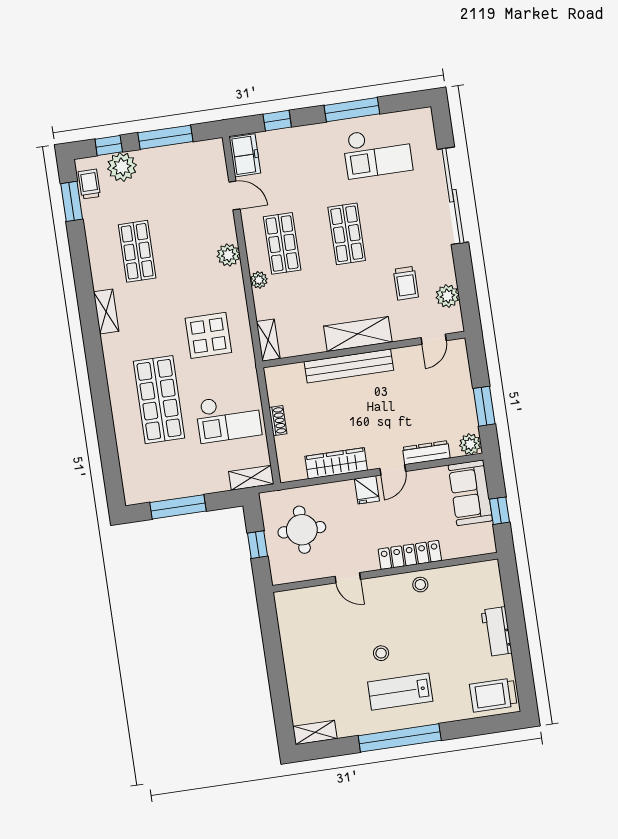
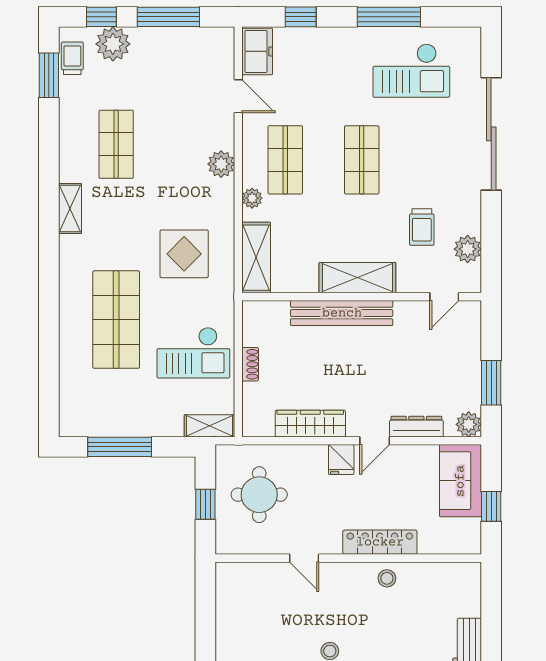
shelving: (268, 340) -> (256, 258), width x1.50, depth x1.33

